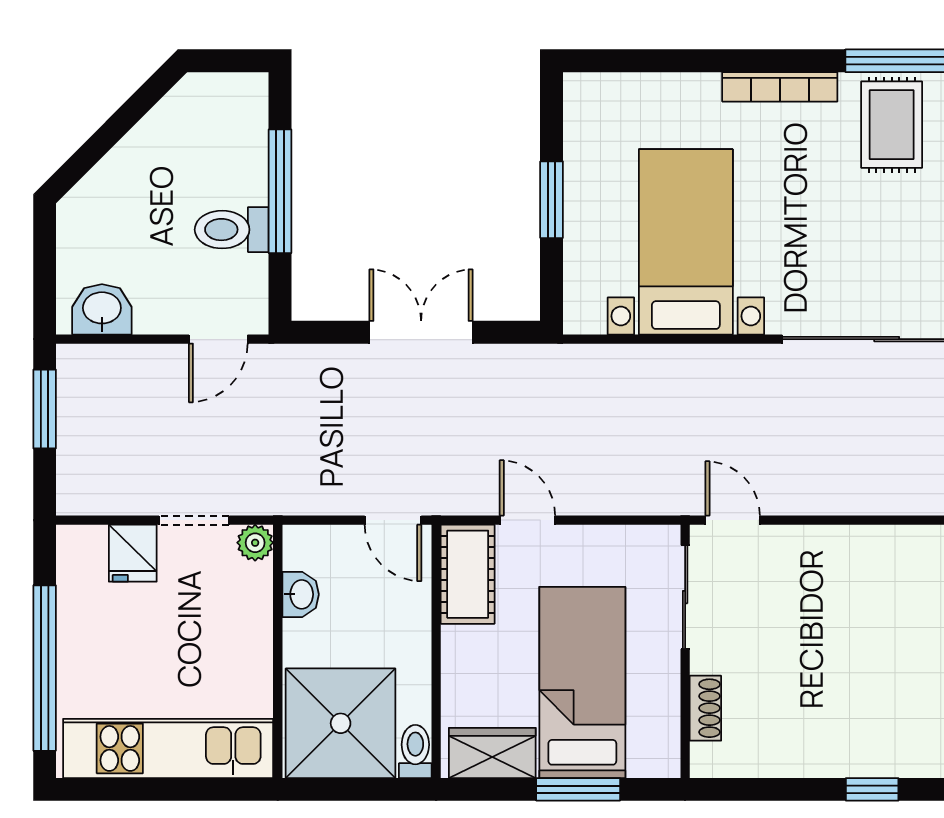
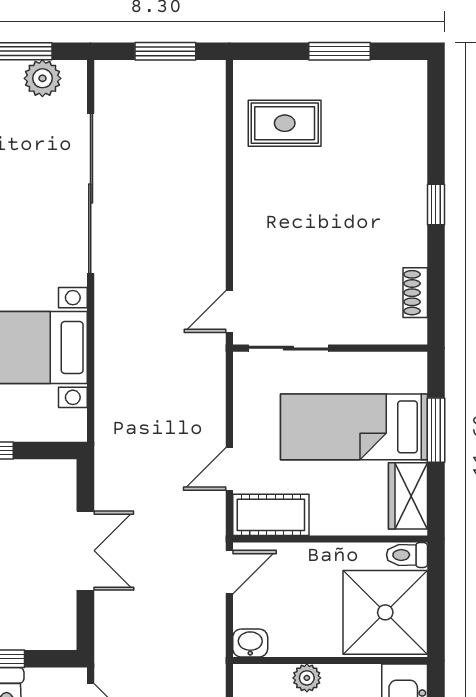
double door: (421, 332) -> (85, 551), swing flipped
plant: (255, 543) -> (307, 678), moved
washbasin: (301, 594) -> (250, 643), moved
shoe rack: (705, 708) -> (415, 293), moved, turned -90

